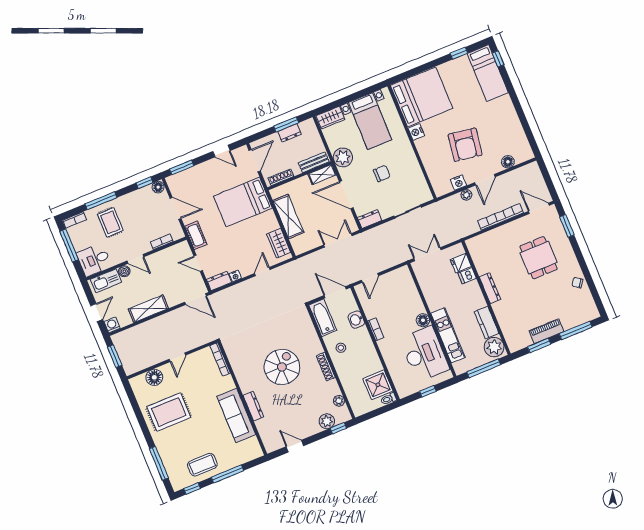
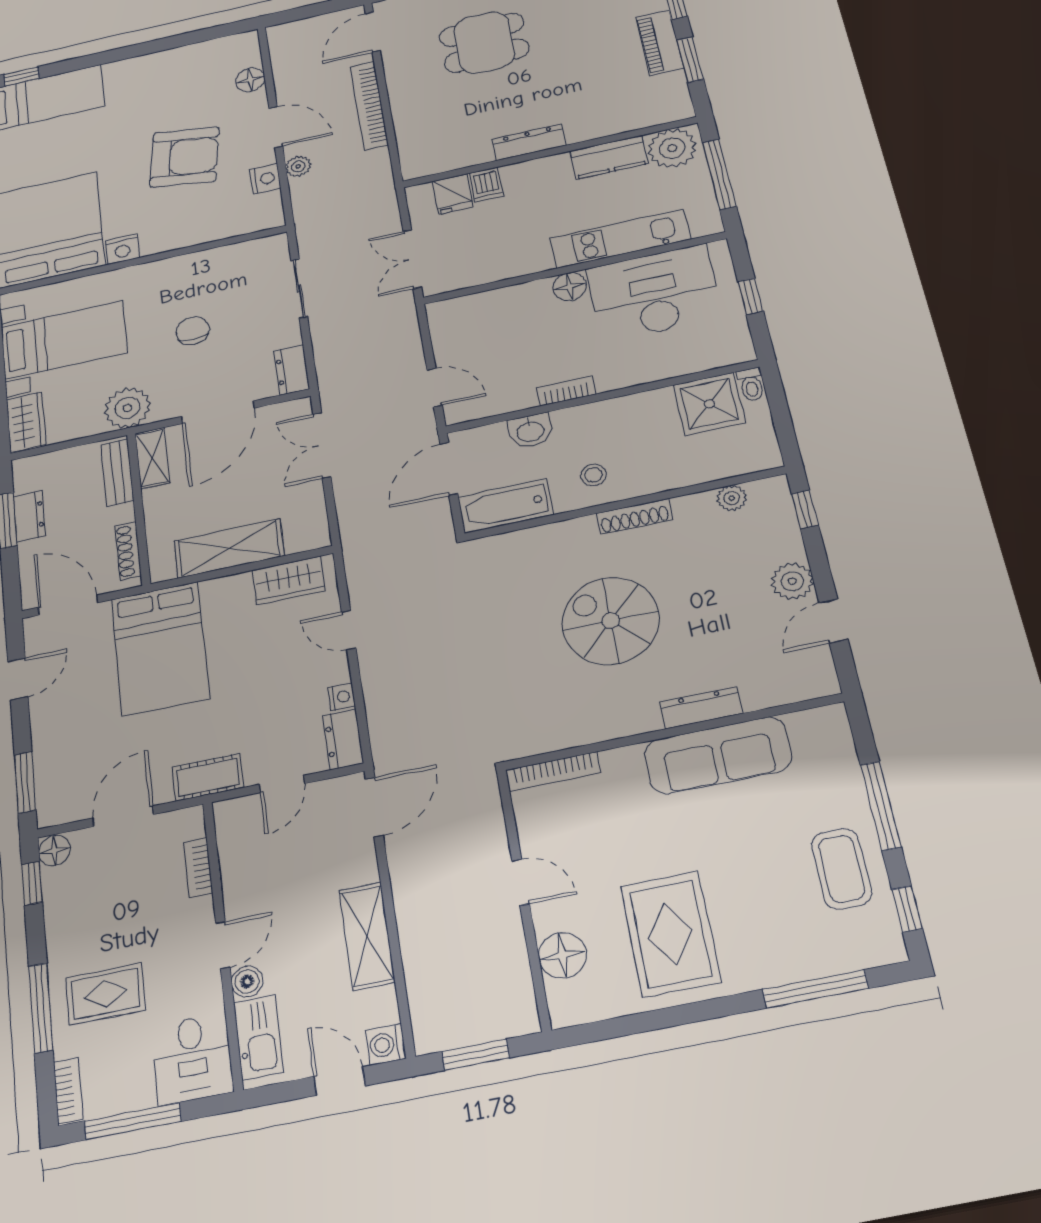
plant: (327, 421) -> (792, 581), moved

